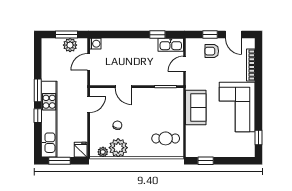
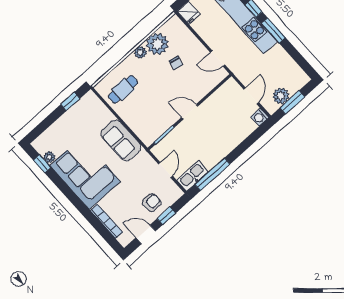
window: (157, 35) -> (212, 174), width x2.17
door: (123, 87) -> (190, 112), moved
door: (89, 104) -> (218, 59), hinge flipped
plant: (250, 138) -> (49, 157), added
plant: (103, 152) -> (140, 52), moved

